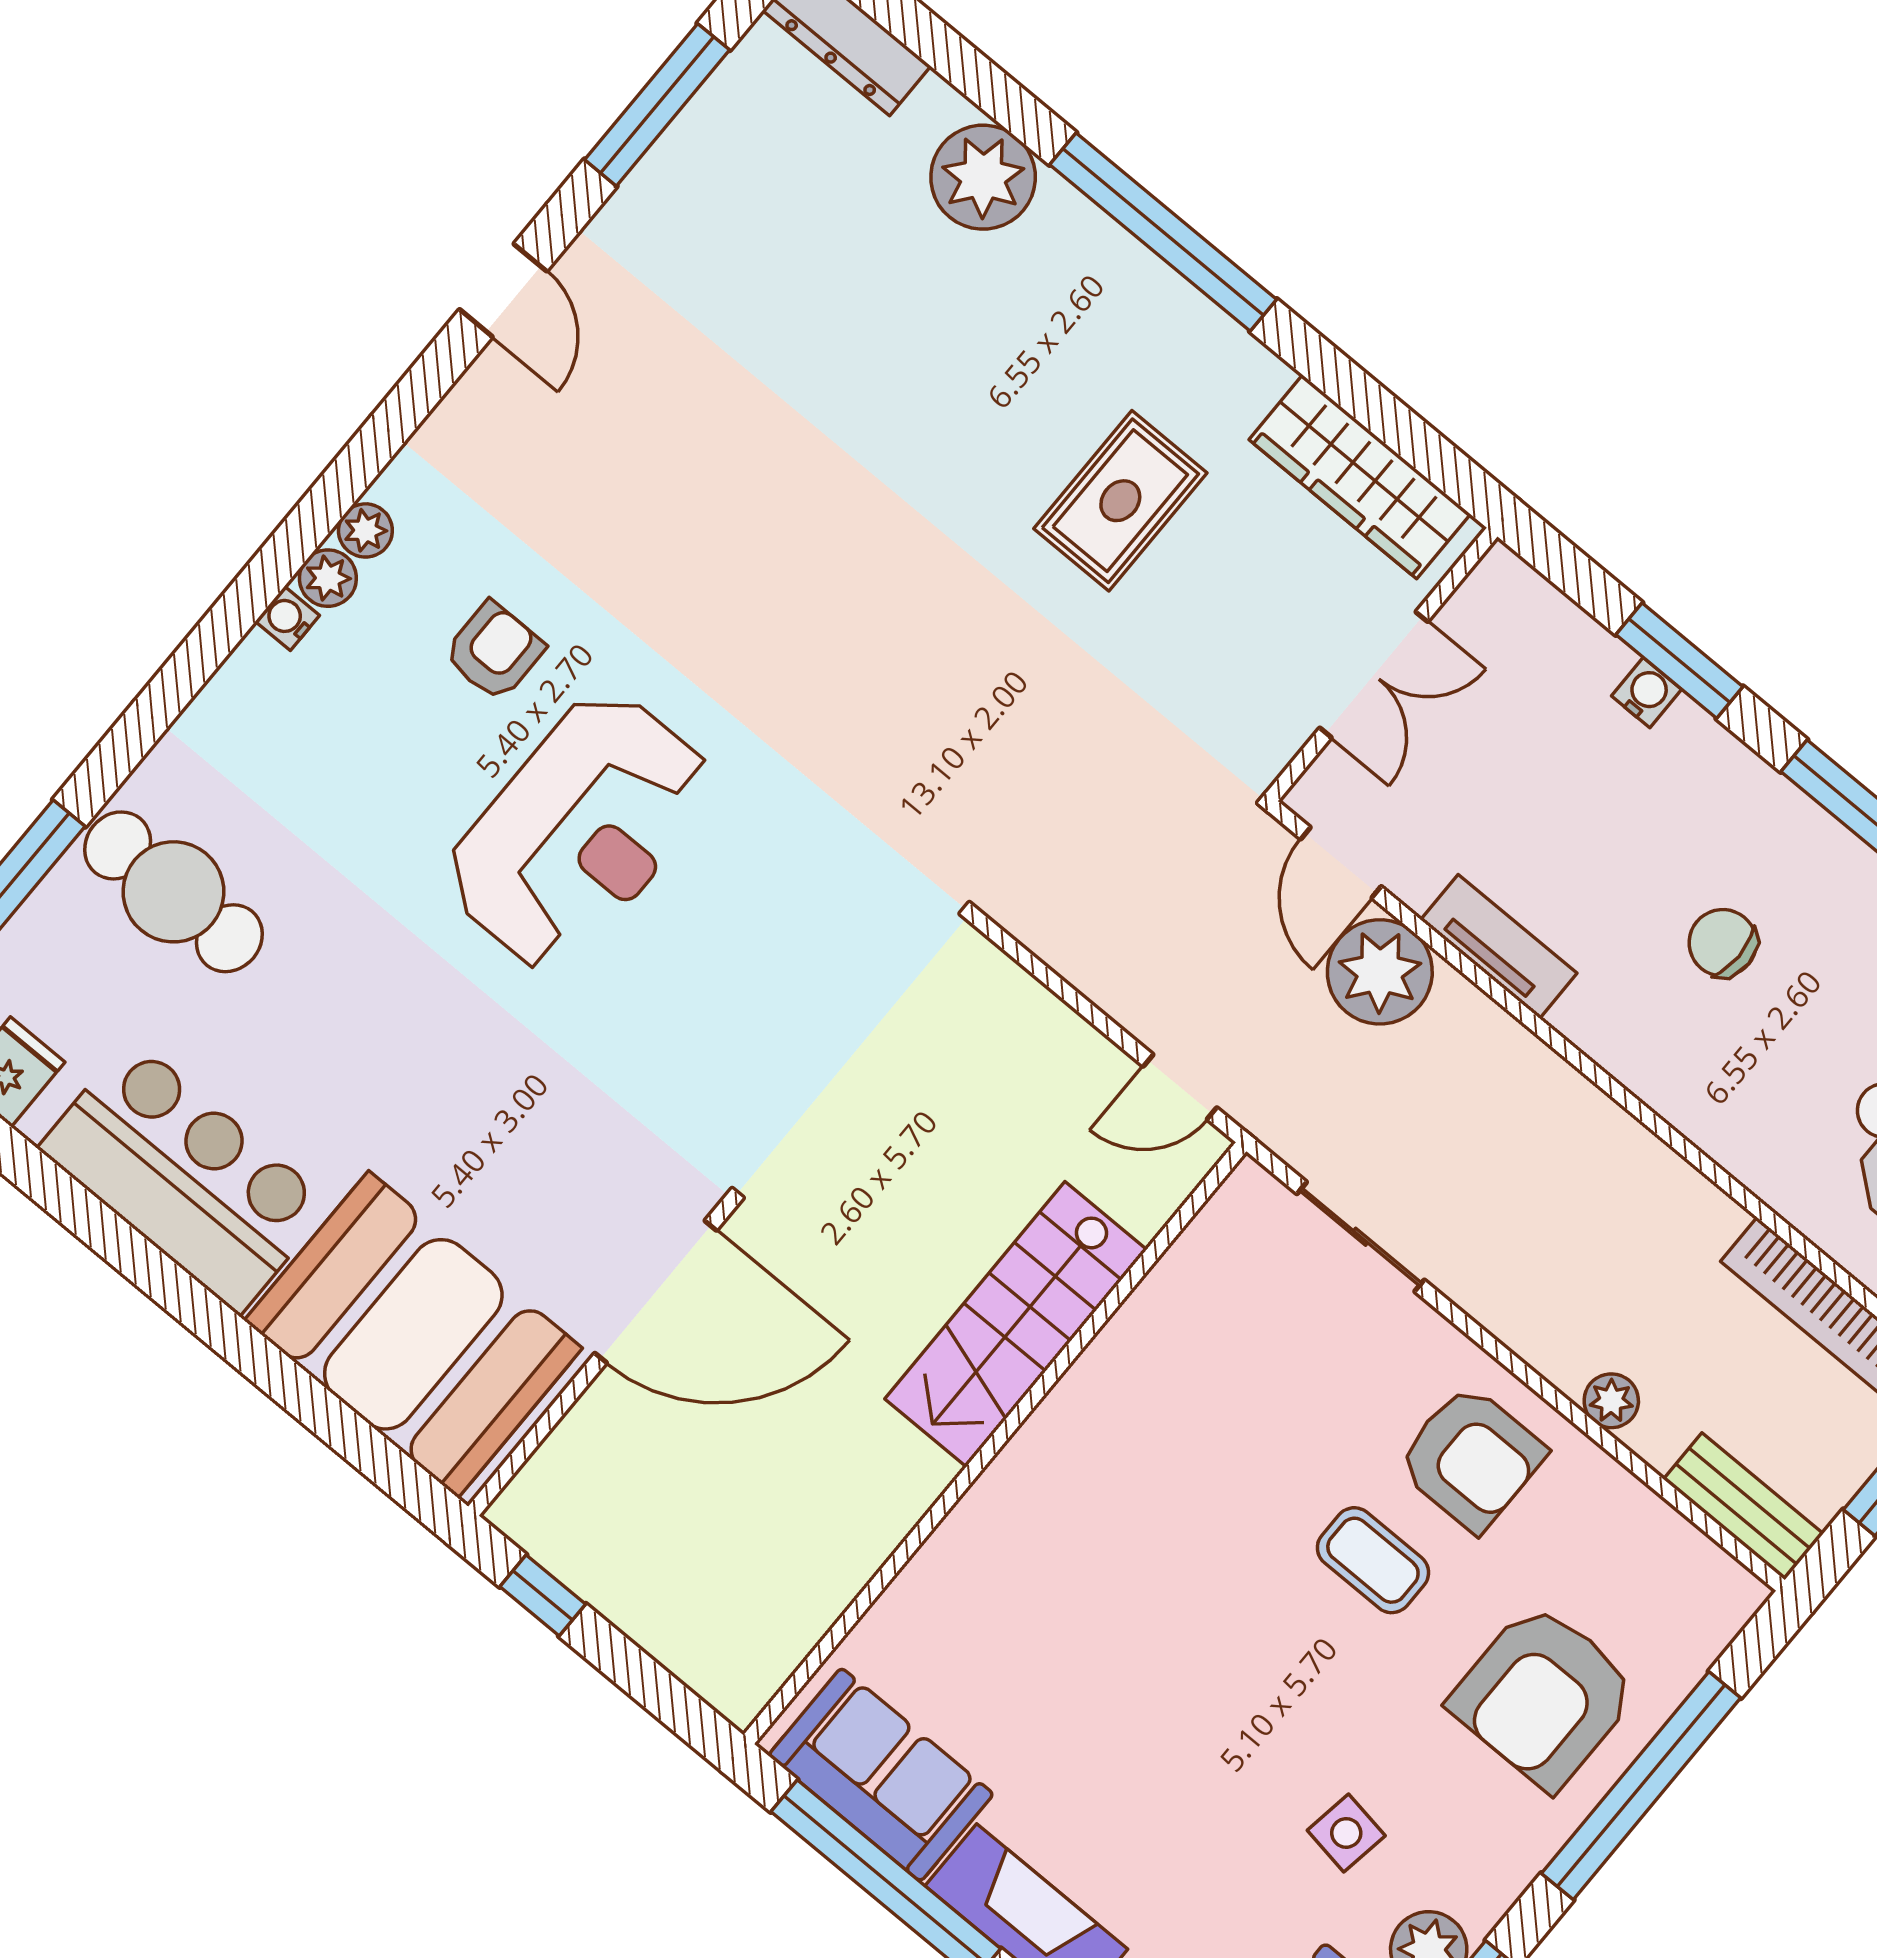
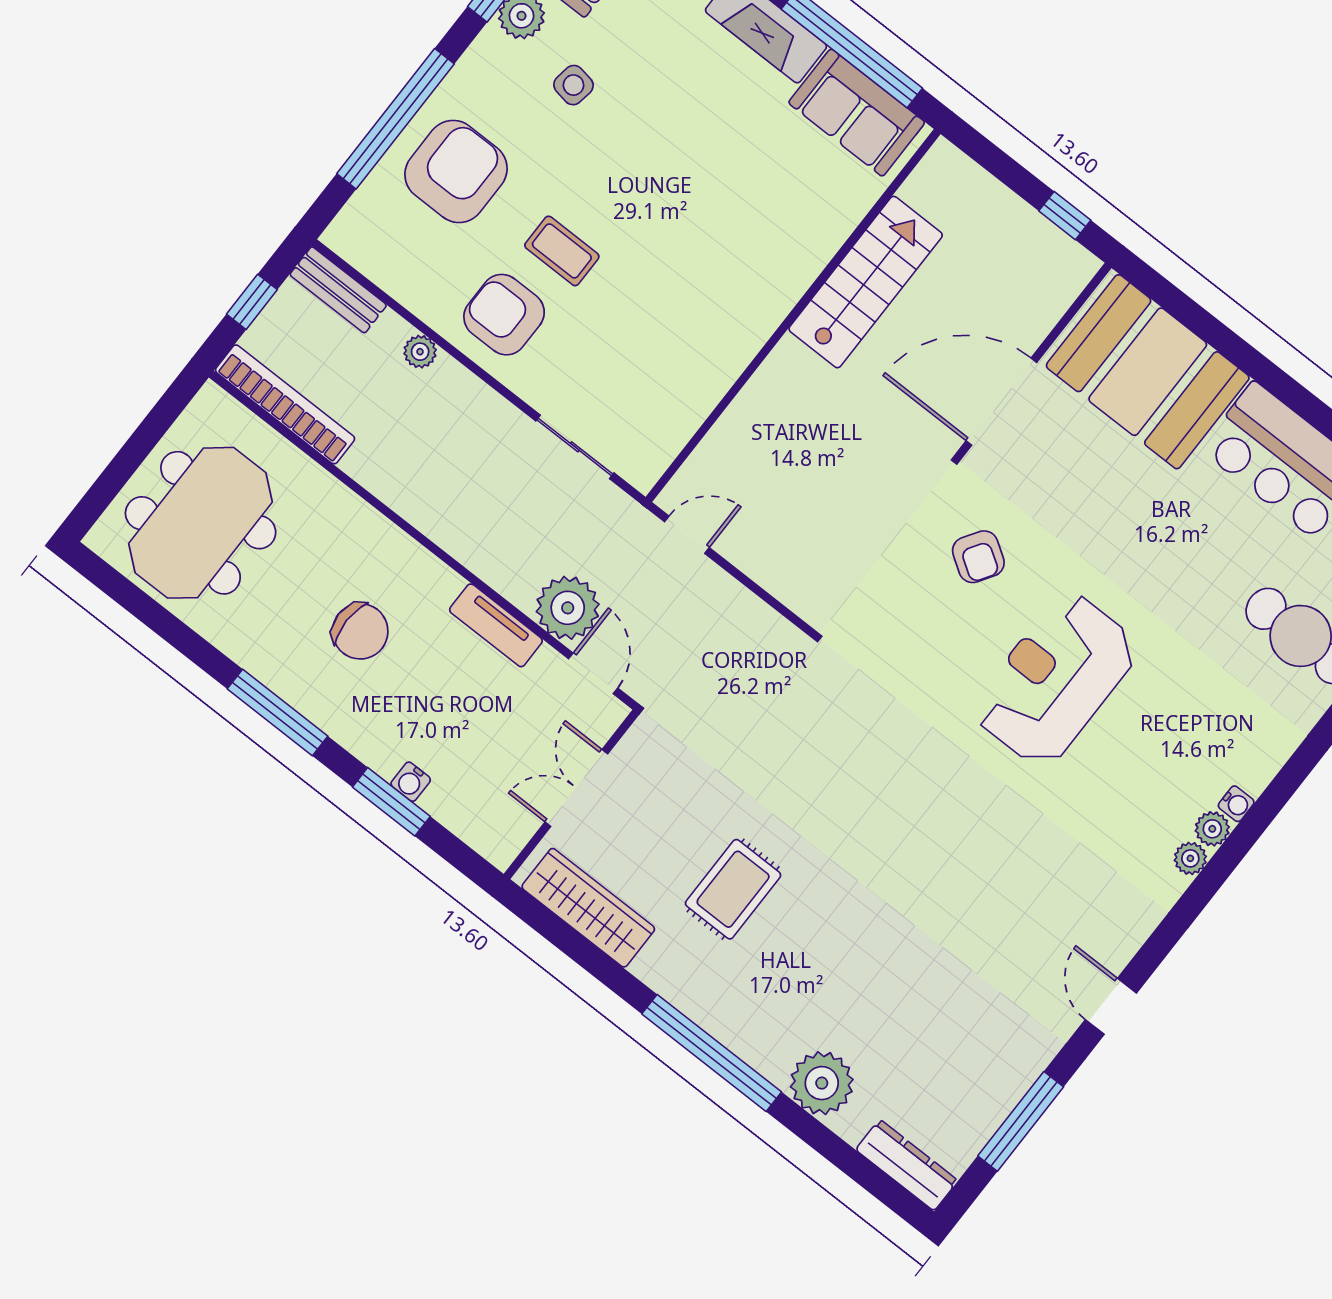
armchair: (494, 651) -> (978, 557), moved, turned -57
chair: (1723, 943) -> (360, 631), width x1.37, depth x1.37
stairs: (1016, 1324) -> (866, 282), moved

